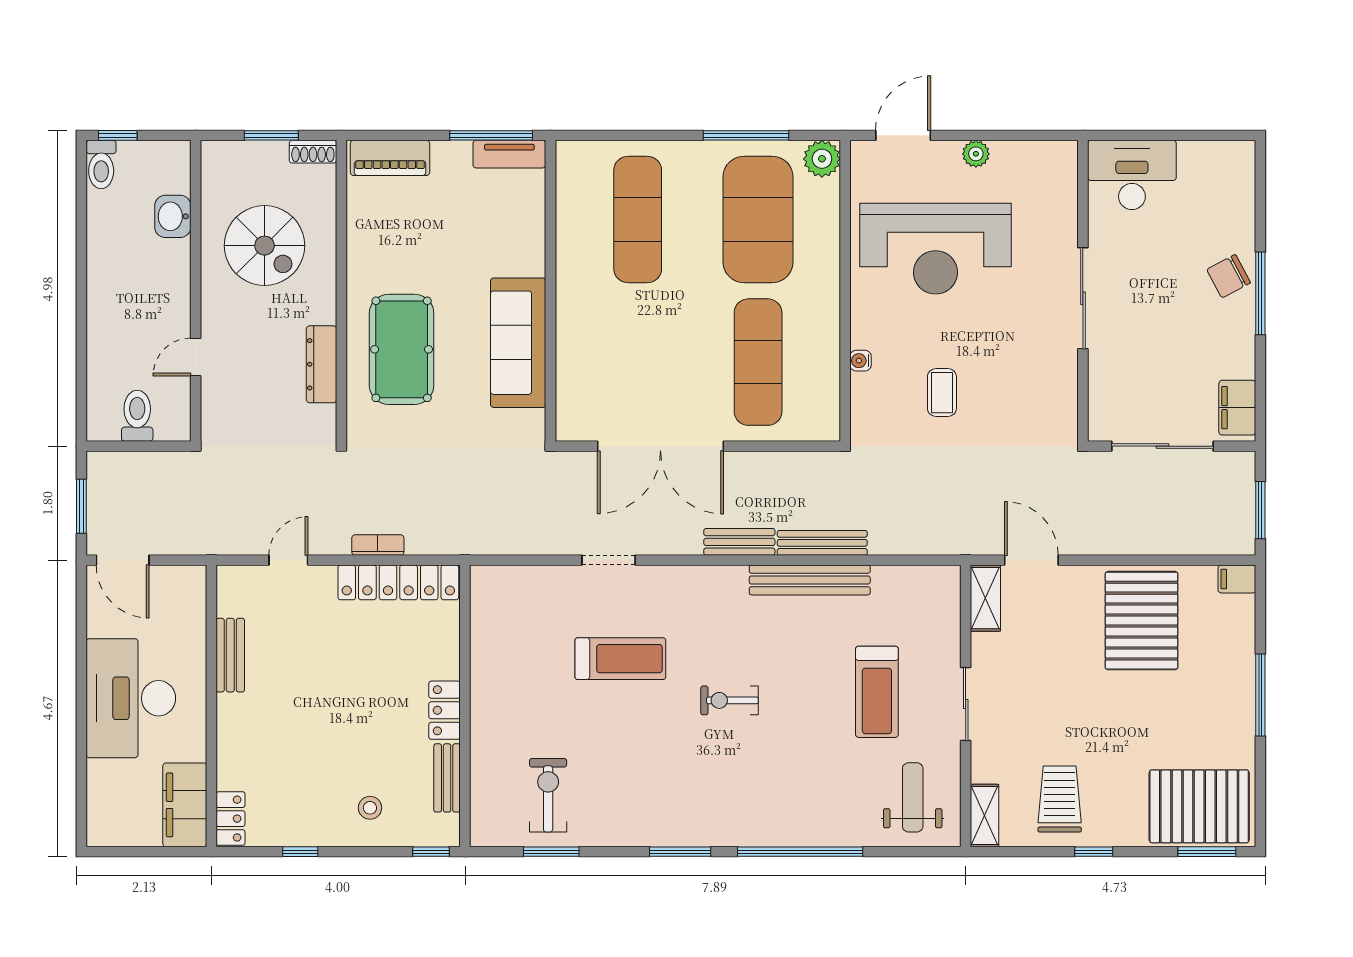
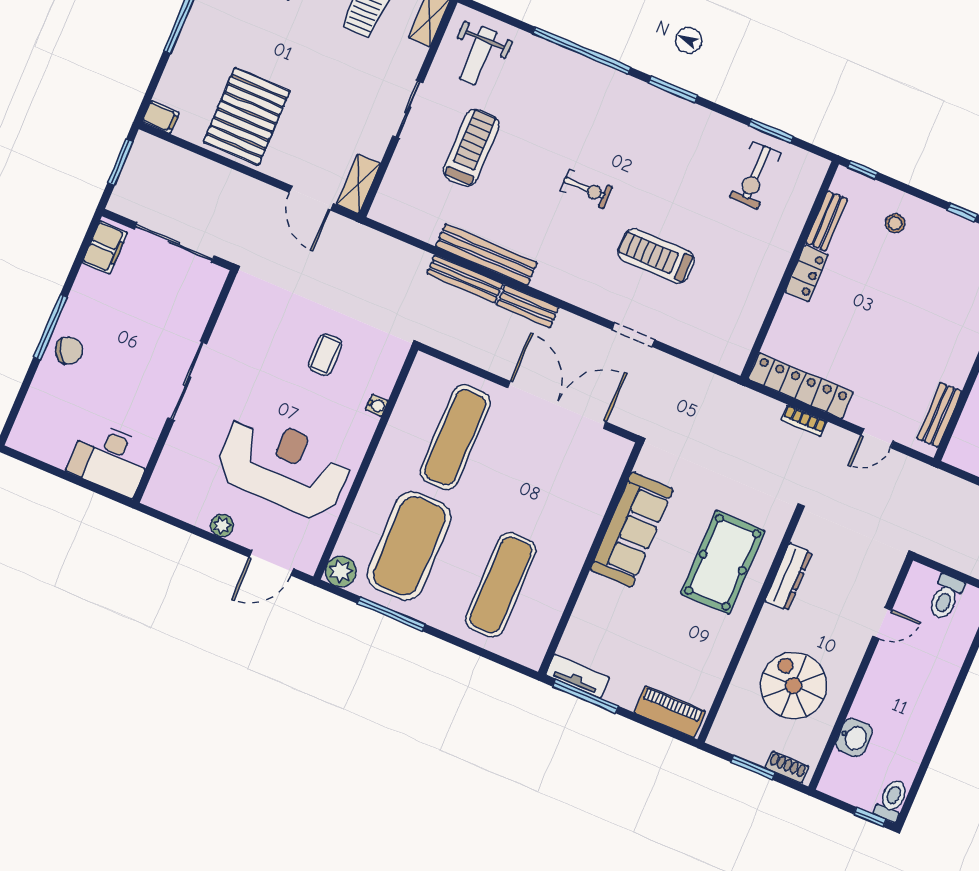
shoe rack: (313, 152) -> (787, 767), moved
bench: (230, 655) -> (939, 415), moved

